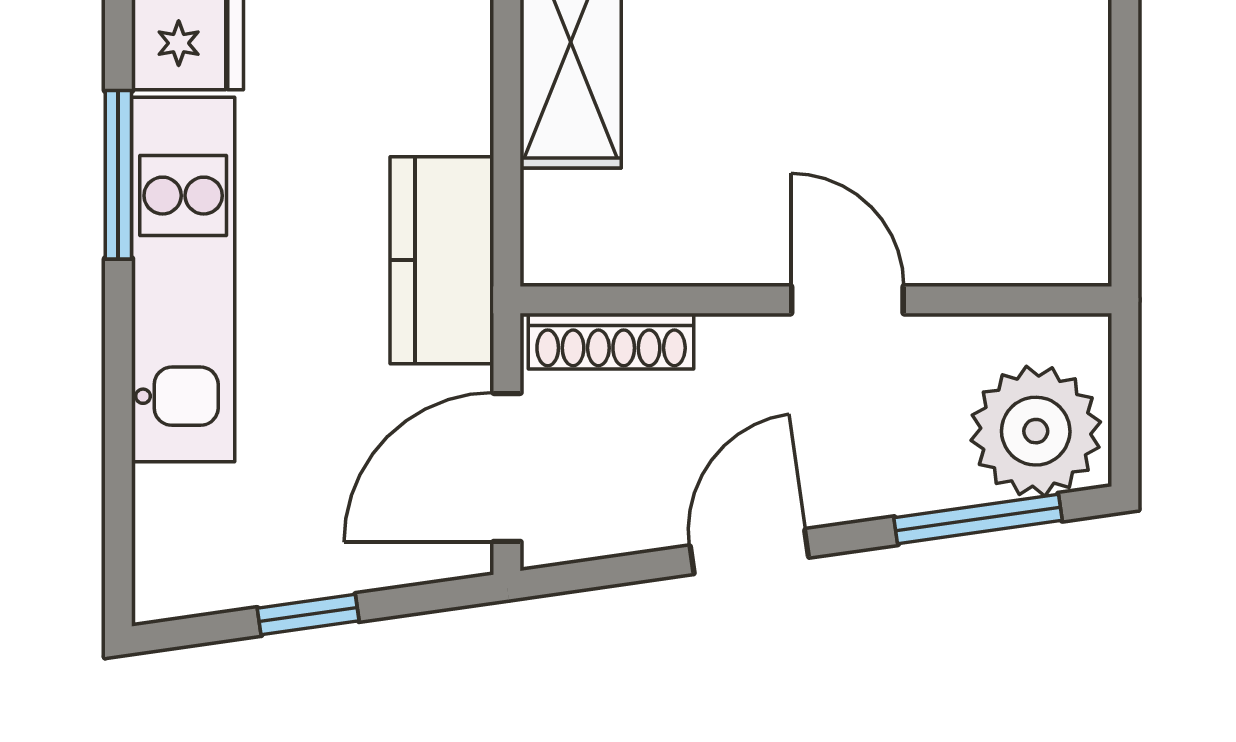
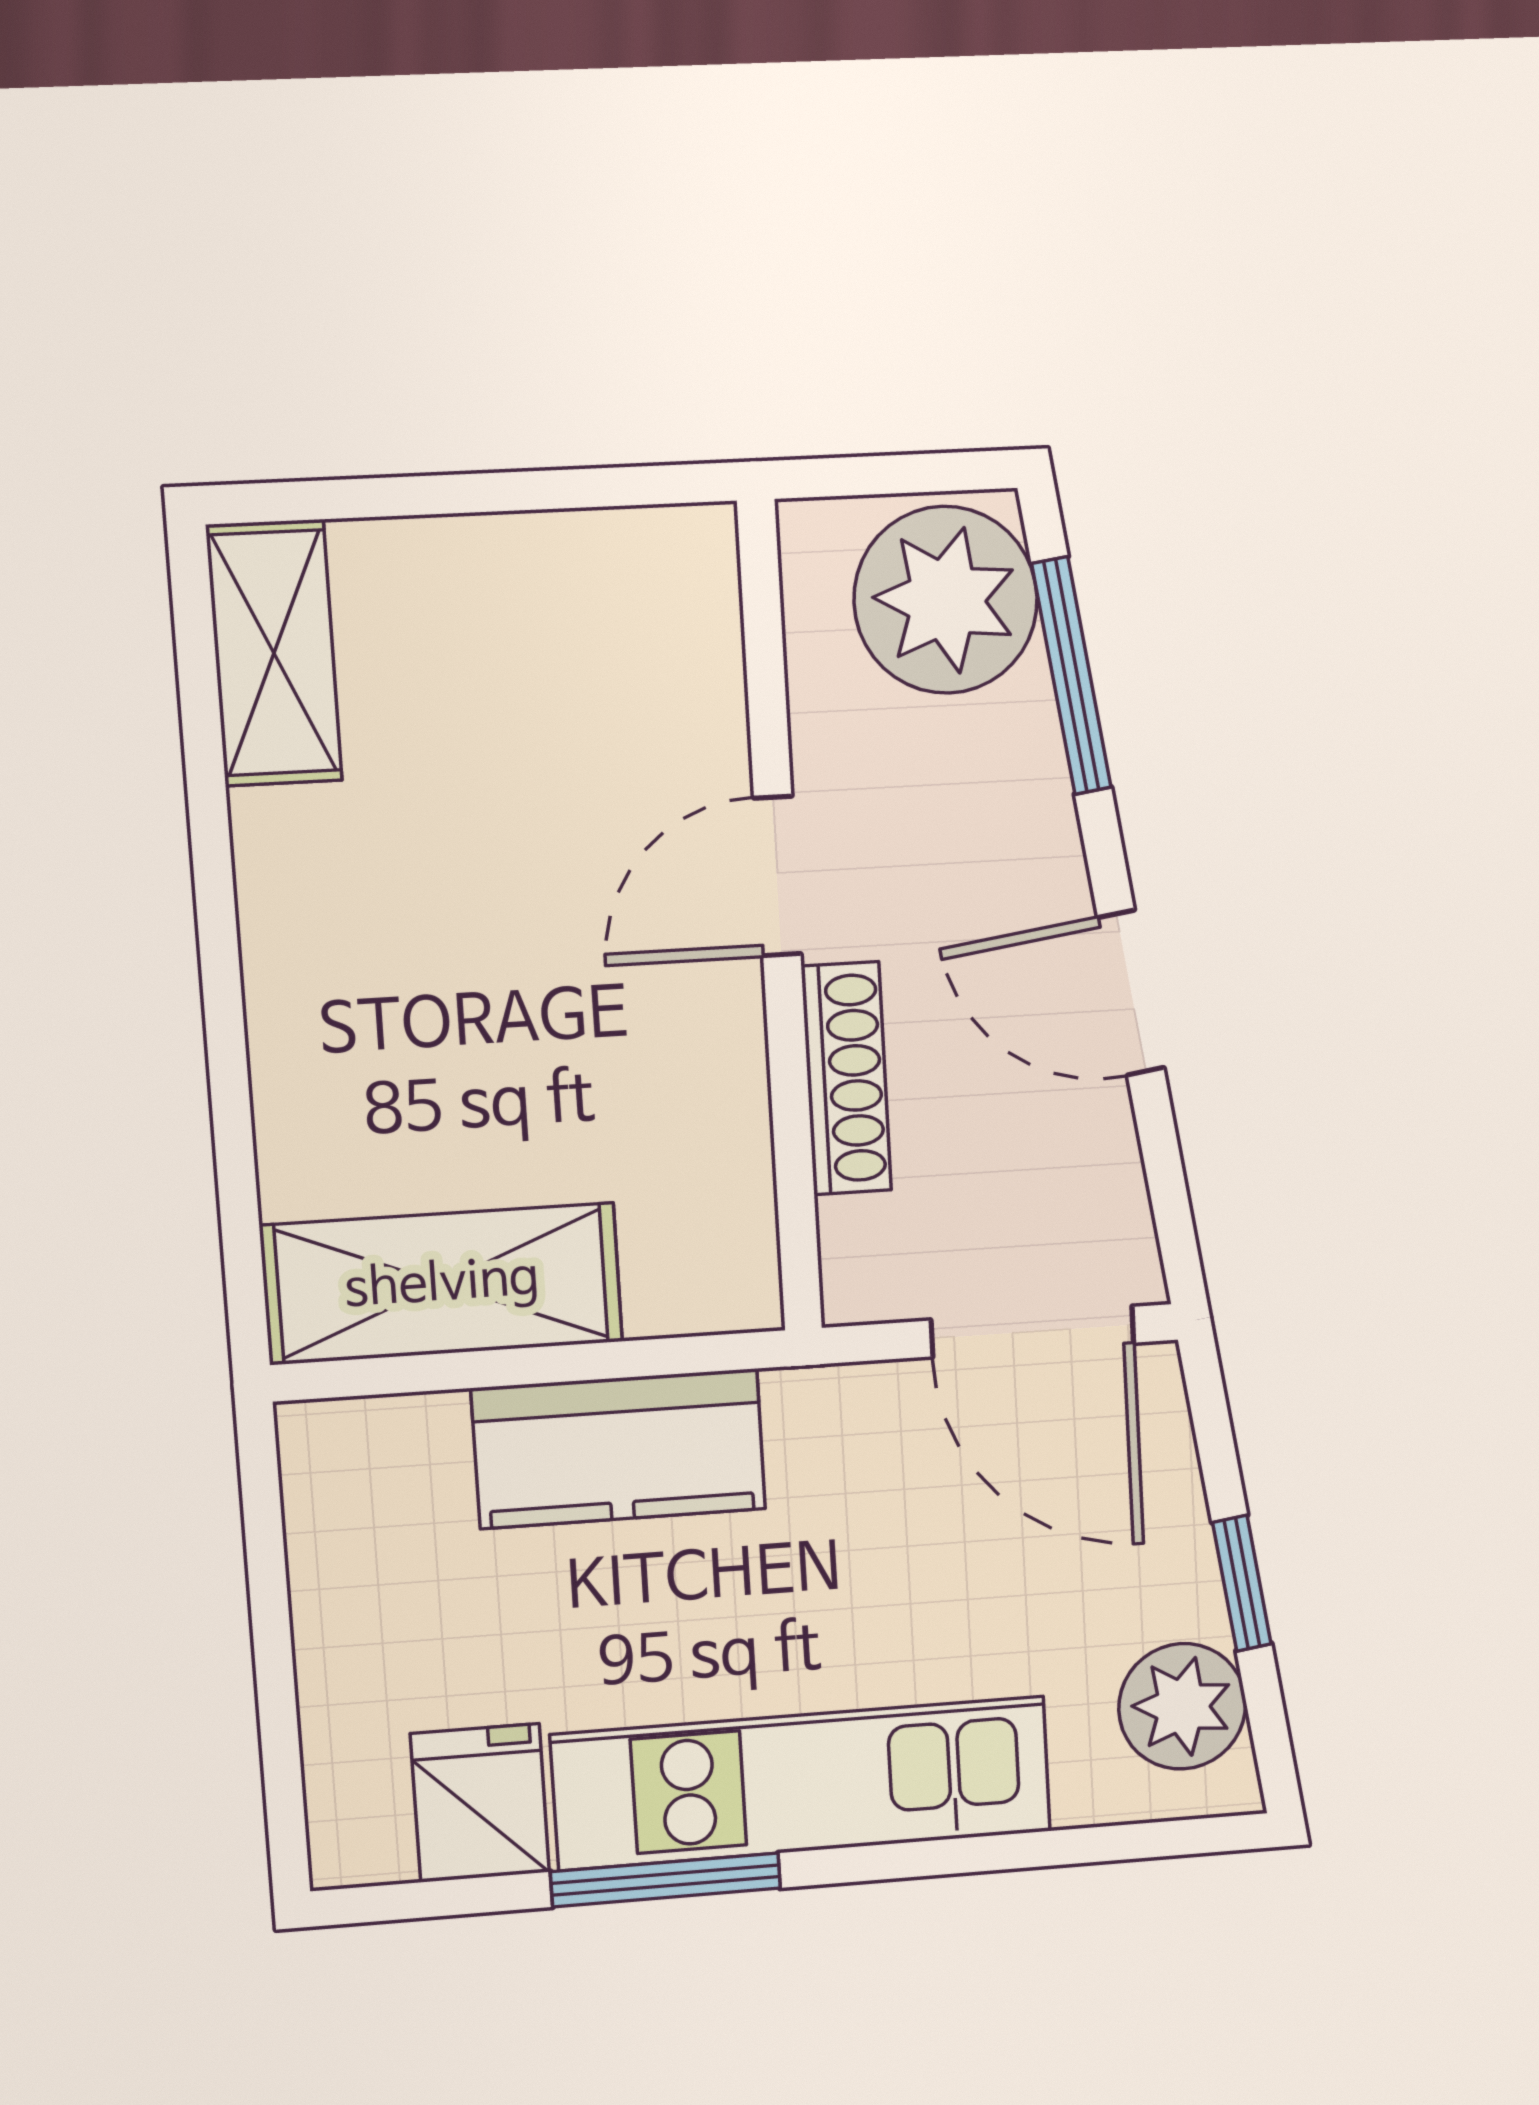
kitchen counter: (442, 260) -> (619, 1449), moved
shoe rack: (611, 341) -> (846, 1079), moved
plant: (218, 566) -> (1182, 1706), added

